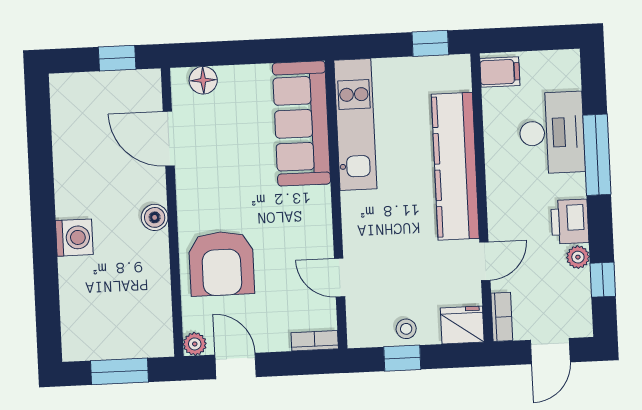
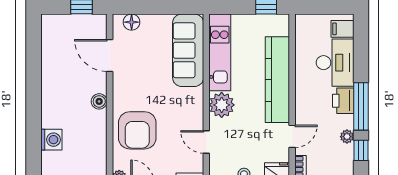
filing cabinet: (500, 72) -> (342, 29), moved, turned 180
window: (597, 155) -> (361, 106), moved
plant: (363, 214) -> (222, 105), added
printer: (570, 222) -> (343, 101), moved
washing machine: (74, 238) -> (51, 140), moved

